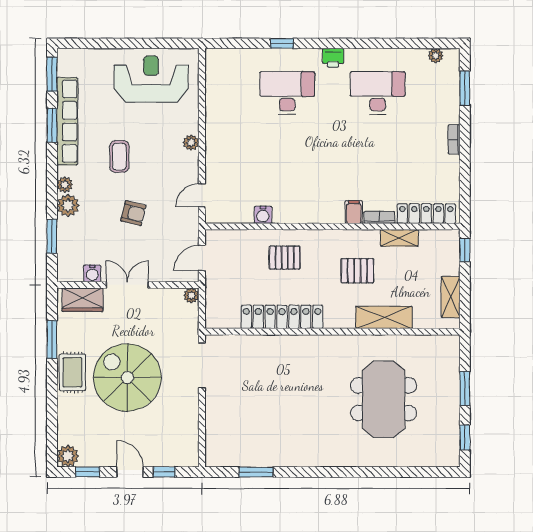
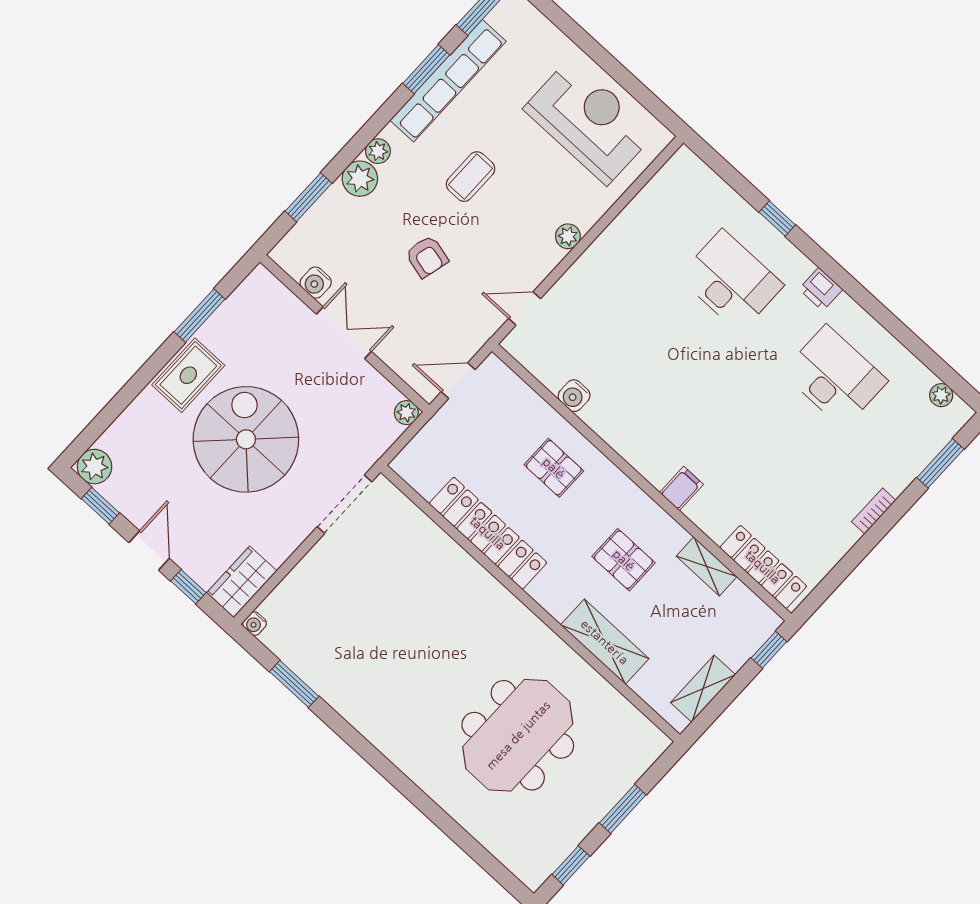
bookcase: (379, 217) -> (705, 522), removed
wardrobe: (83, 300) -> (242, 582), moved, turned 90
water cooler: (211, 461) -> (255, 624), added

